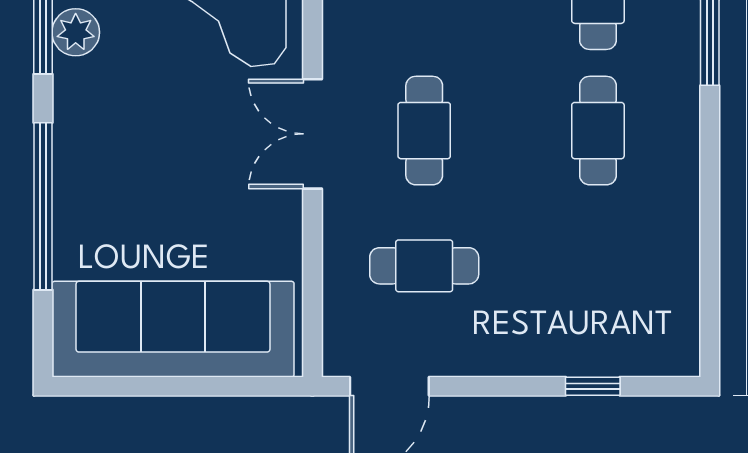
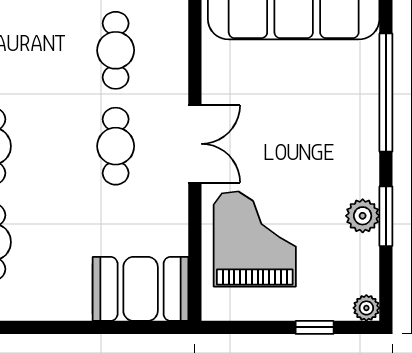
cafe table: (424, 266) -> (116, 50), turned 90

